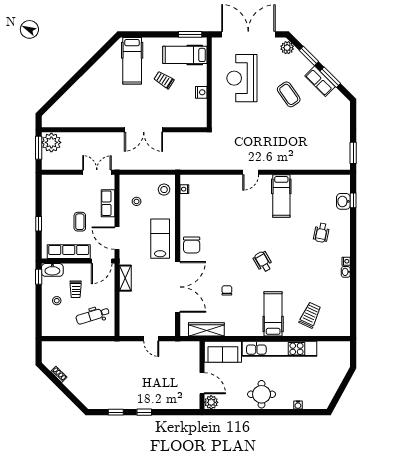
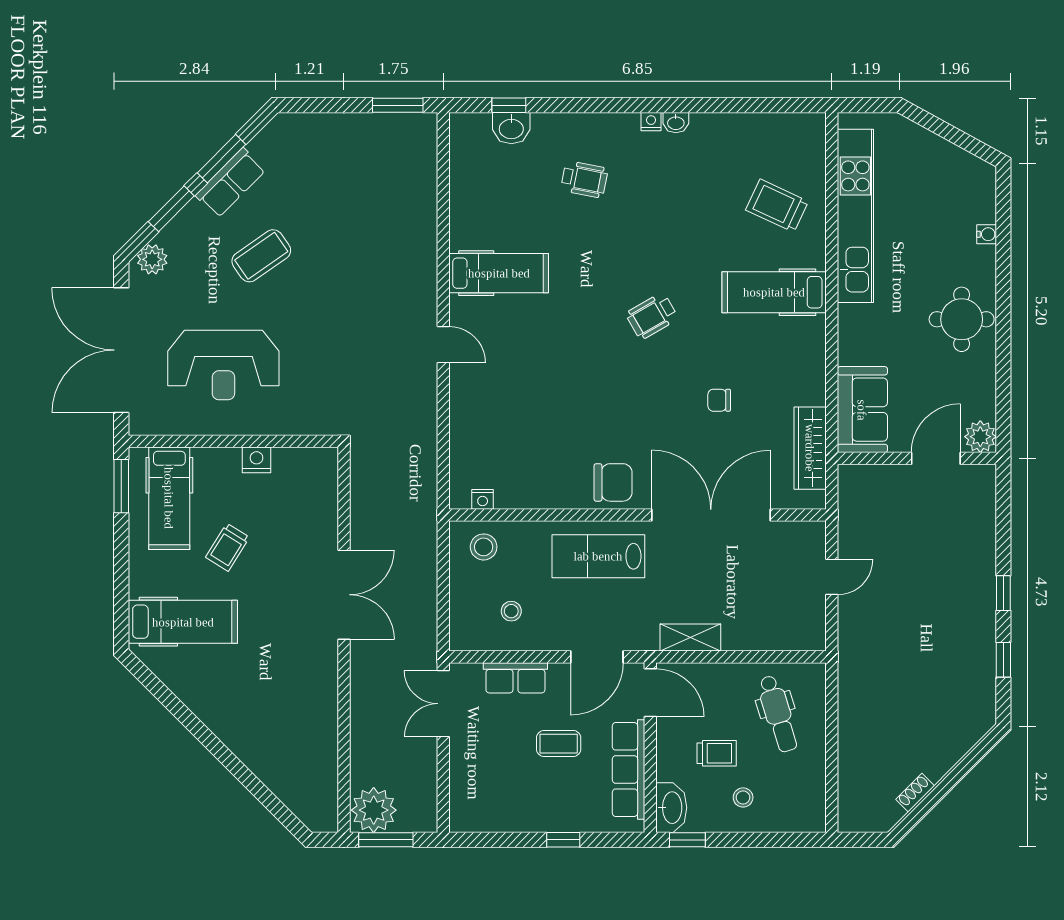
kitchen unit: (279, 349) -> (855, 216), moved

